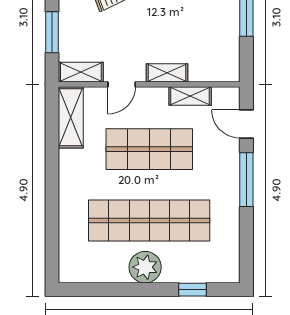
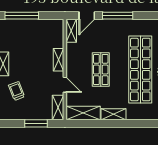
shelving: (190, 96) -> (71, 31), moved
shop shelf: (149, 149) -> (101, 70), width x0.70, depth x0.74
shelving: (69, 172) -> (113, 114), added

